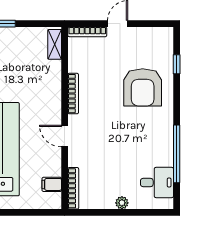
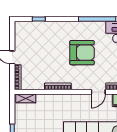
armchair: (143, 87) -> (82, 53), moved
door: (65, 136) -> (98, 92), moved

